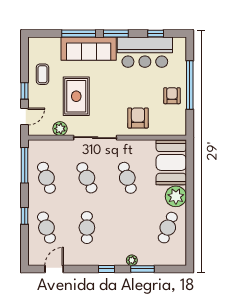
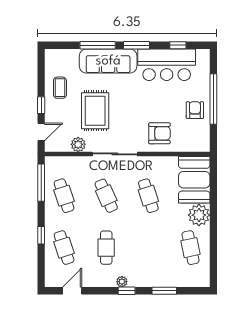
armchair: (138, 118) -> (159, 133), turned 90
cafe table: (168, 228) -> (191, 248), turned -33
plant: (132, 260) -> (122, 282), moved

